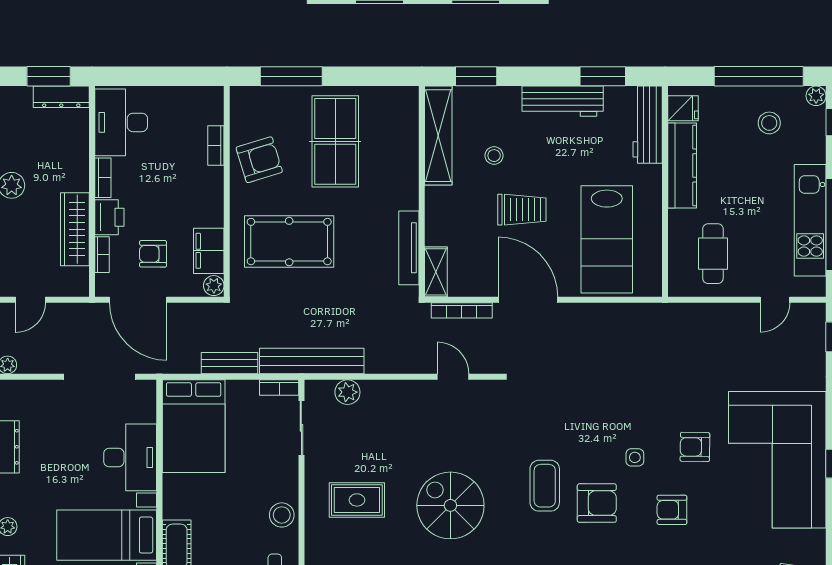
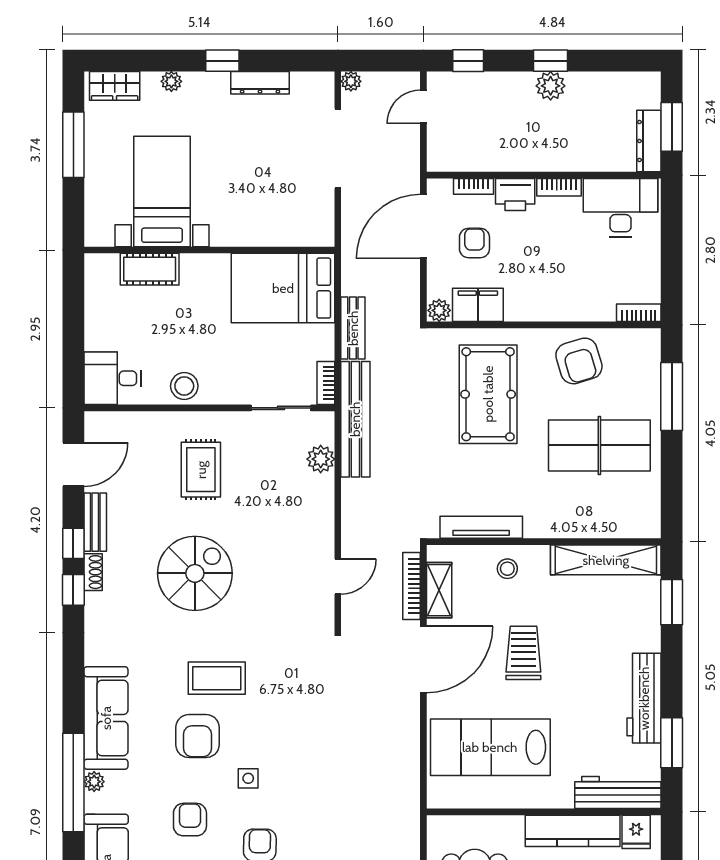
bookcase: (216, 146) -> (639, 313), moved
stool: (494, 156) -> (507, 569), moved
trolley: (522, 210) -> (523, 653), turned 180
wardrobe: (75, 229) -> (502, 156), removed
shelving: (436, 272) -> (439, 590), moved, turned 90
door: (30, 300) -> (423, 107), hinge flipped
doorway: (99, 377) -> (338, 148), moved
desk: (130, 457) -> (248, 218), removed

